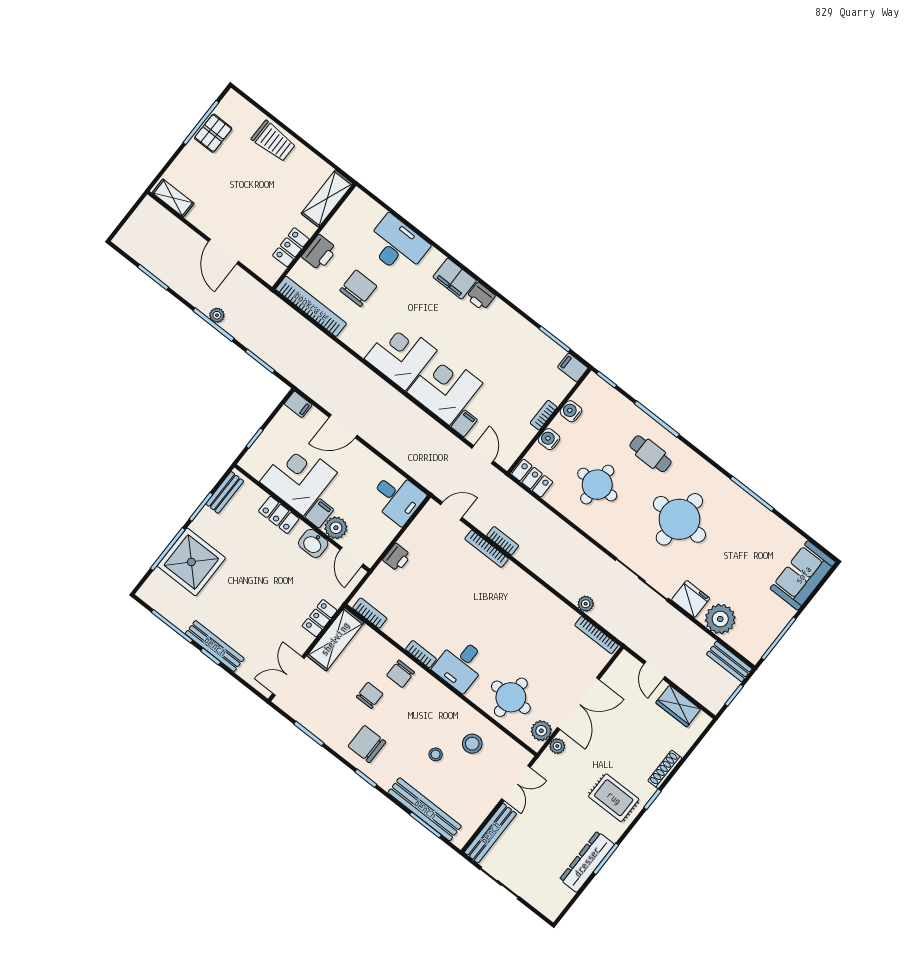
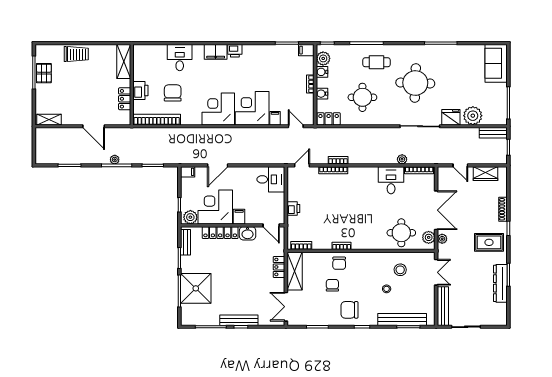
desk: (397, 245) -> (180, 58), width x0.73
plant: (586, 395) -> (323, 58), added
locker: (279, 515) -> (220, 233), width x1.53
plant: (336, 528) -> (190, 217), moved
desk: (460, 665) -> (391, 180), moved, turned 180

